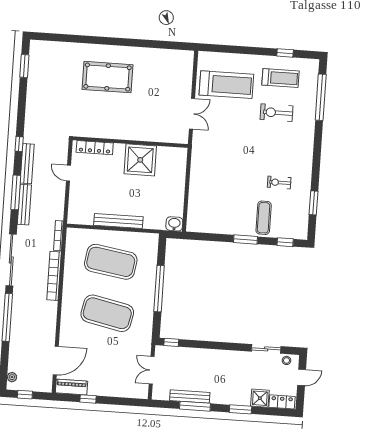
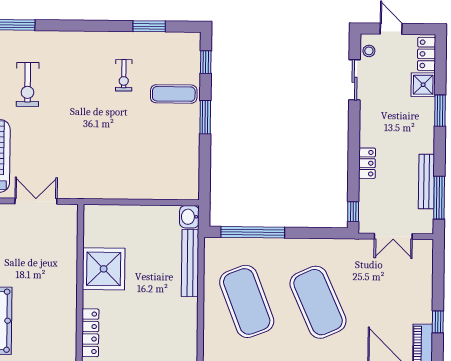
bench: (118, 221) -> (190, 263), moved
exercise mat: (111, 262) -> (247, 301), turned -30
window: (159, 289) -> (253, 232), moved
exercise mat: (107, 313) -> (318, 302), turned -36
locker: (206, 354) -> (367, 163), added
window: (195, 406) -> (439, 198), moved

